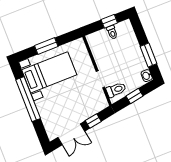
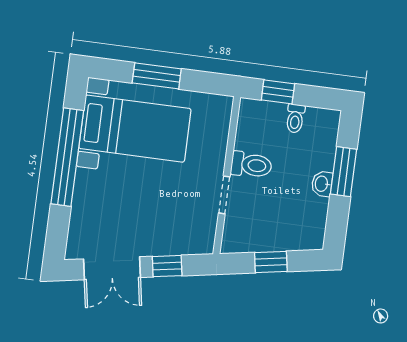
window: (109, 21) -> (278, 92), moved
window: (148, 55) -> (344, 172), moved
washbasin: (147, 76) -> (322, 184), moved
toilet: (116, 90) -> (251, 165), moved

